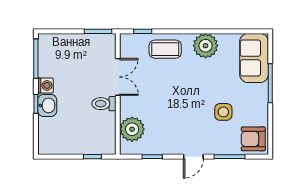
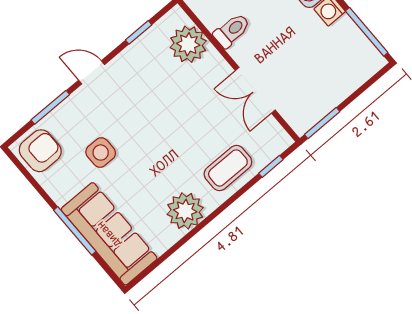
sofa: (254, 58) -> (109, 234), width x1.36
toilet: (104, 104) -> (232, 30), moved
door: (193, 157) -> (92, 72), hinge flipped

